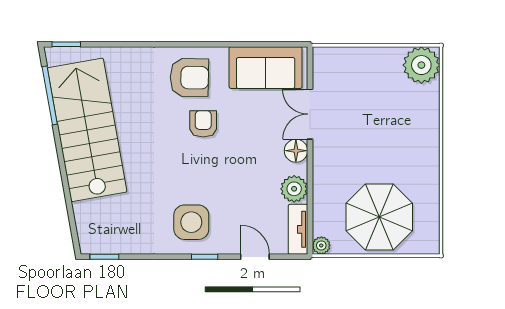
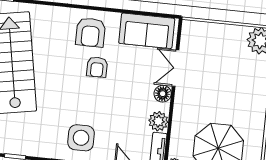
armchair: (189, 78) -> (91, 32), turned 89
armchair: (203, 124) -> (97, 67), turned 180

